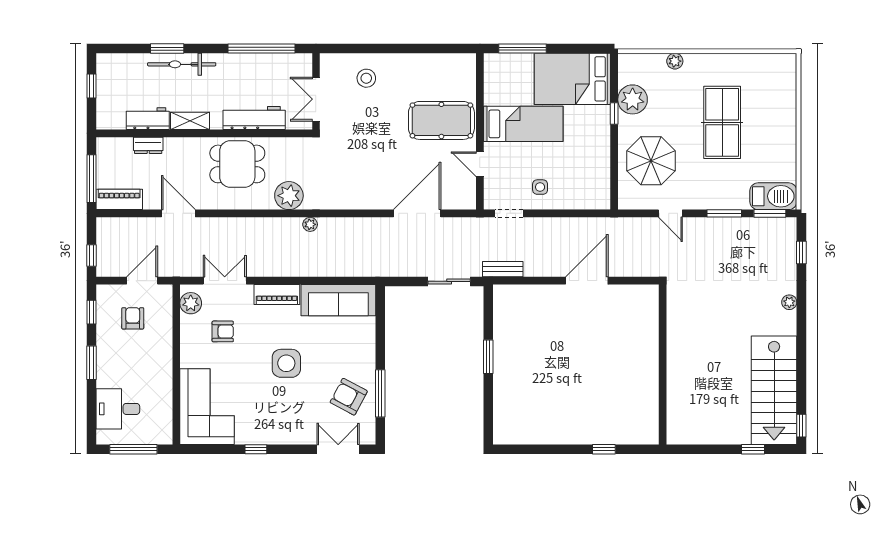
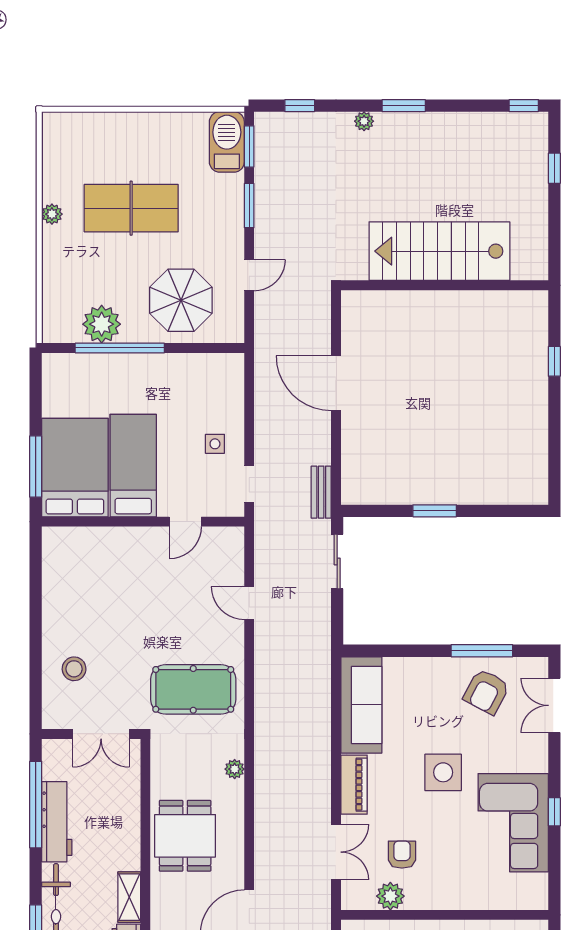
plant: (675, 61) -> (52, 214), moved
bed: (572, 79) -> (75, 468), moved, turned 180
window: (614, 114) -> (120, 348), width x3.17
workbench: (254, 118) -> (57, 822), moved, turned 180
pool table: (441, 120) -> (193, 689), moved, turned 90
plant: (289, 196) -> (235, 769), width x0.53, depth x0.53
door: (417, 213) -> (249, 603), width x0.53
plant: (310, 224) -> (263, 742), removed
double door: (225, 281) -> (336, 852), swing flipped
plant: (191, 303) -> (390, 896), moved
window: (801, 333) -> (404, 106), added
stairs: (774, 390) -> (439, 251), moved, turned 180
corner sofa: (207, 407) -> (513, 823), moved, turned -90

